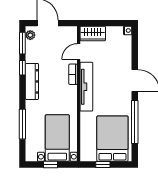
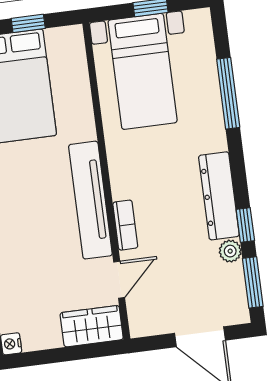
plant: (30, 35) -> (230, 251), moved

